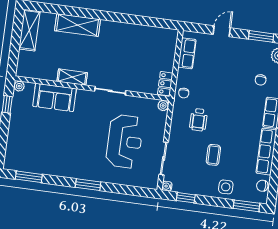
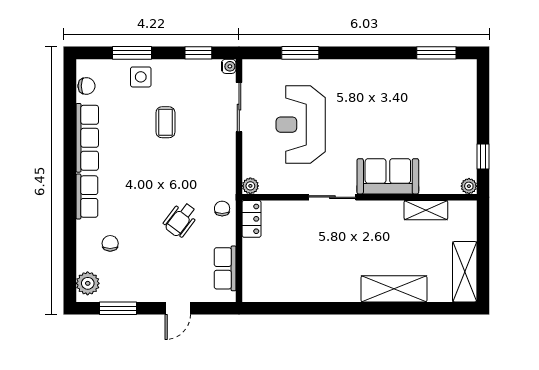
shelving: (72, 77) -> (426, 210), moved
sofa: (55, 97) -> (388, 176), moved
wheelchair: (198, 120) -> (181, 220), moved, turned -143
window: (88, 185) -> (300, 53), moved
window: (246, 206) -> (132, 53), moved

